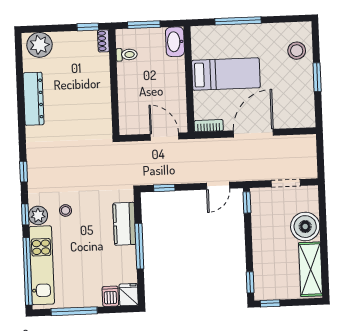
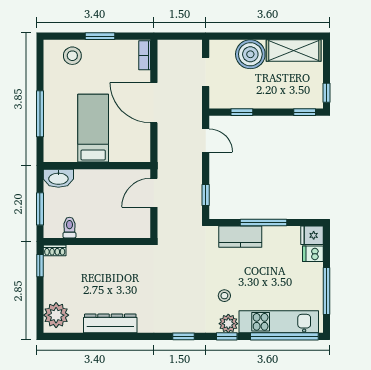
bookcase: (209, 126) -> (145, 55), moved
window: (247, 202) -> (242, 112), moved

